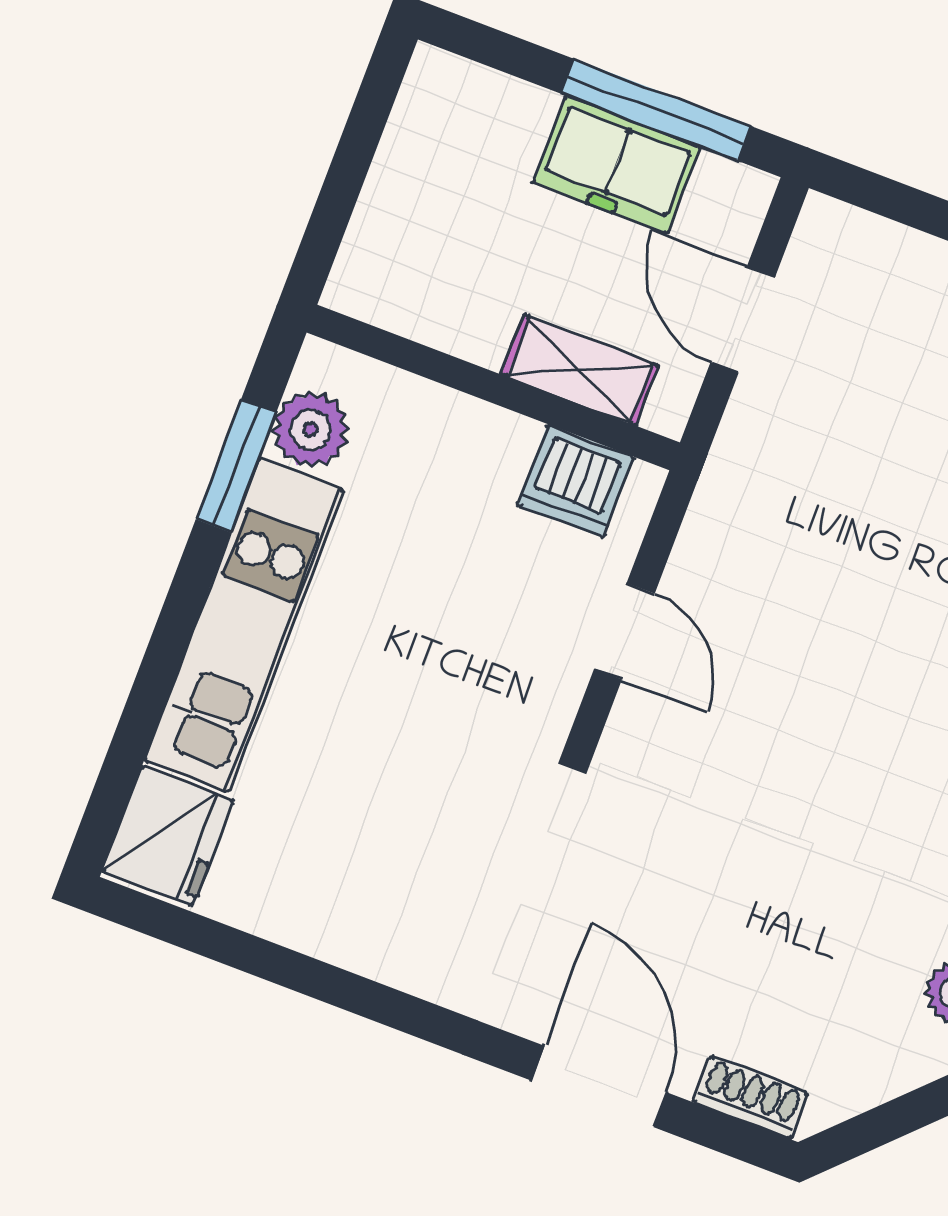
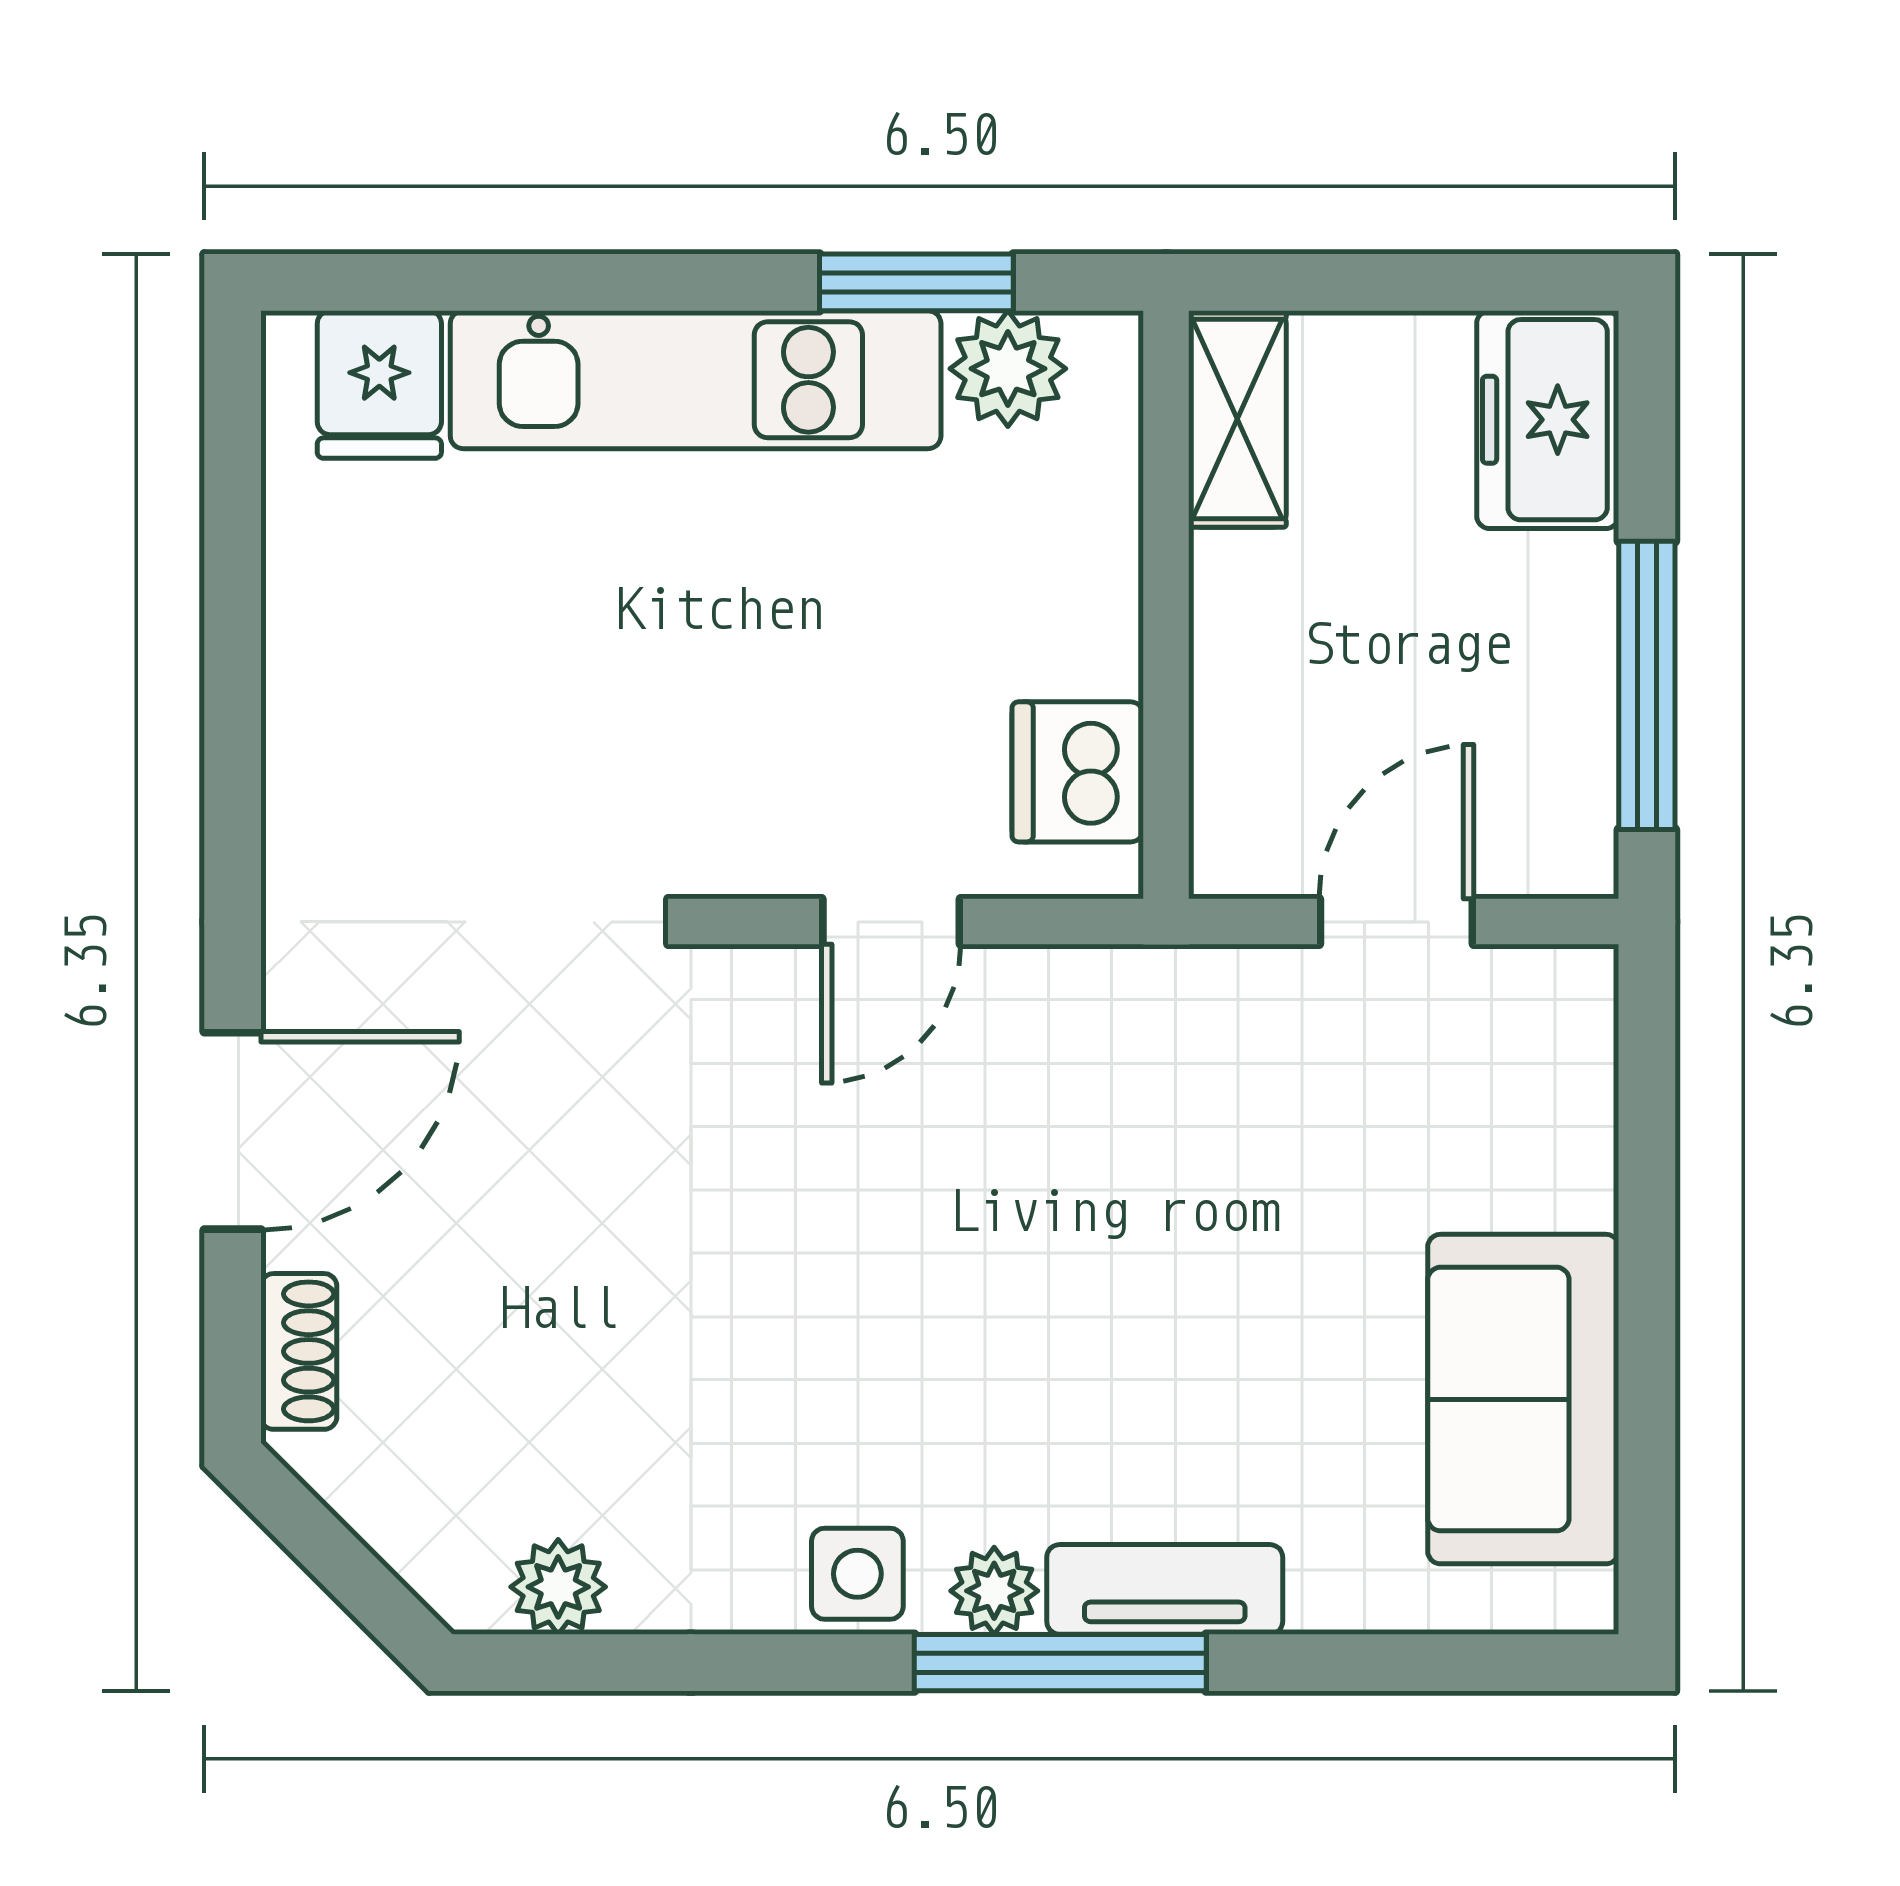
freezer: (616, 165) -> (1548, 420), moved
shelving: (580, 370) -> (1237, 419), moved
fridge: (168, 836) -> (379, 385), width x0.72

